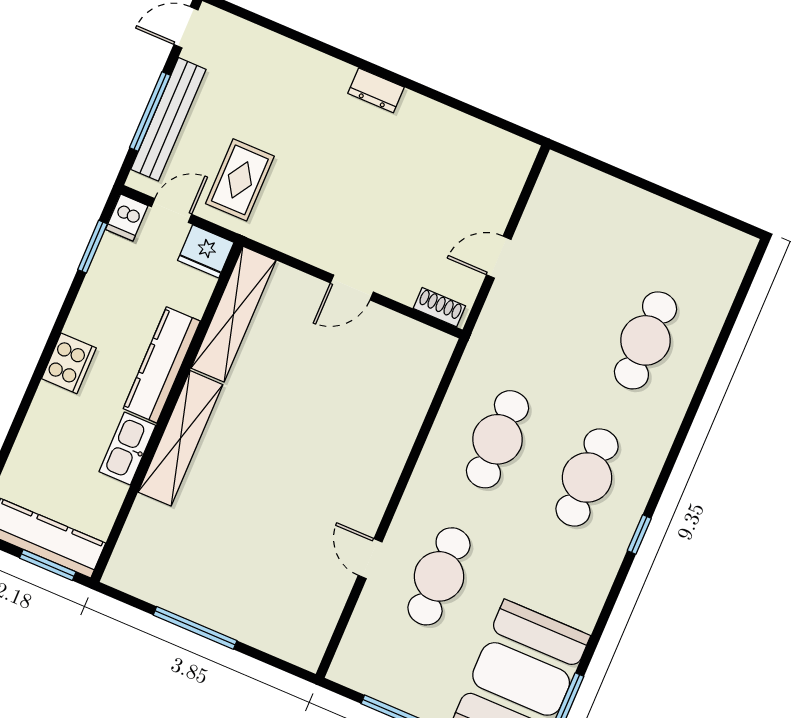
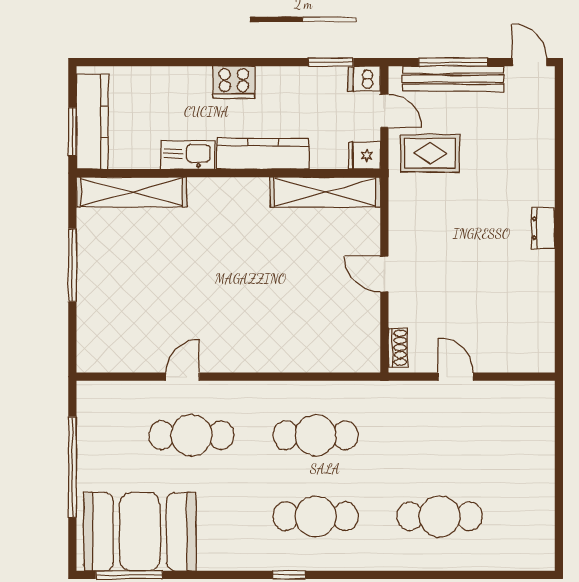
fridge: (206, 251) -> (364, 156), width x0.72
shelving: (180, 438) -> (131, 192), moved

